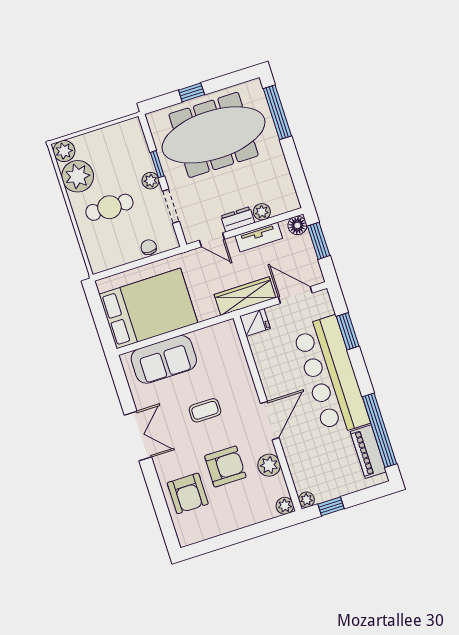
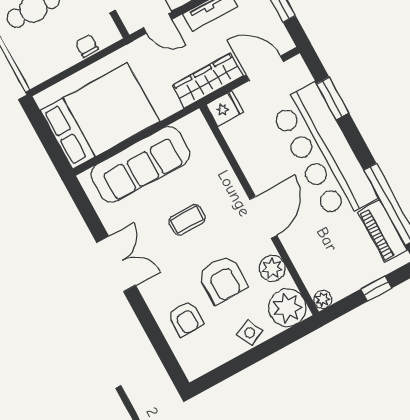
sofa: (164, 359) -> (140, 164), width x1.36
armchair: (225, 467) -> (223, 280), turned 90
armchair: (188, 493) -> (186, 319), width x0.72, depth x0.72
plant: (285, 506) -> (287, 308), width x1.87, depth x1.87
window: (331, 506) -> (376, 289), moved
side table: (239, 516) -> (250, 333), added

